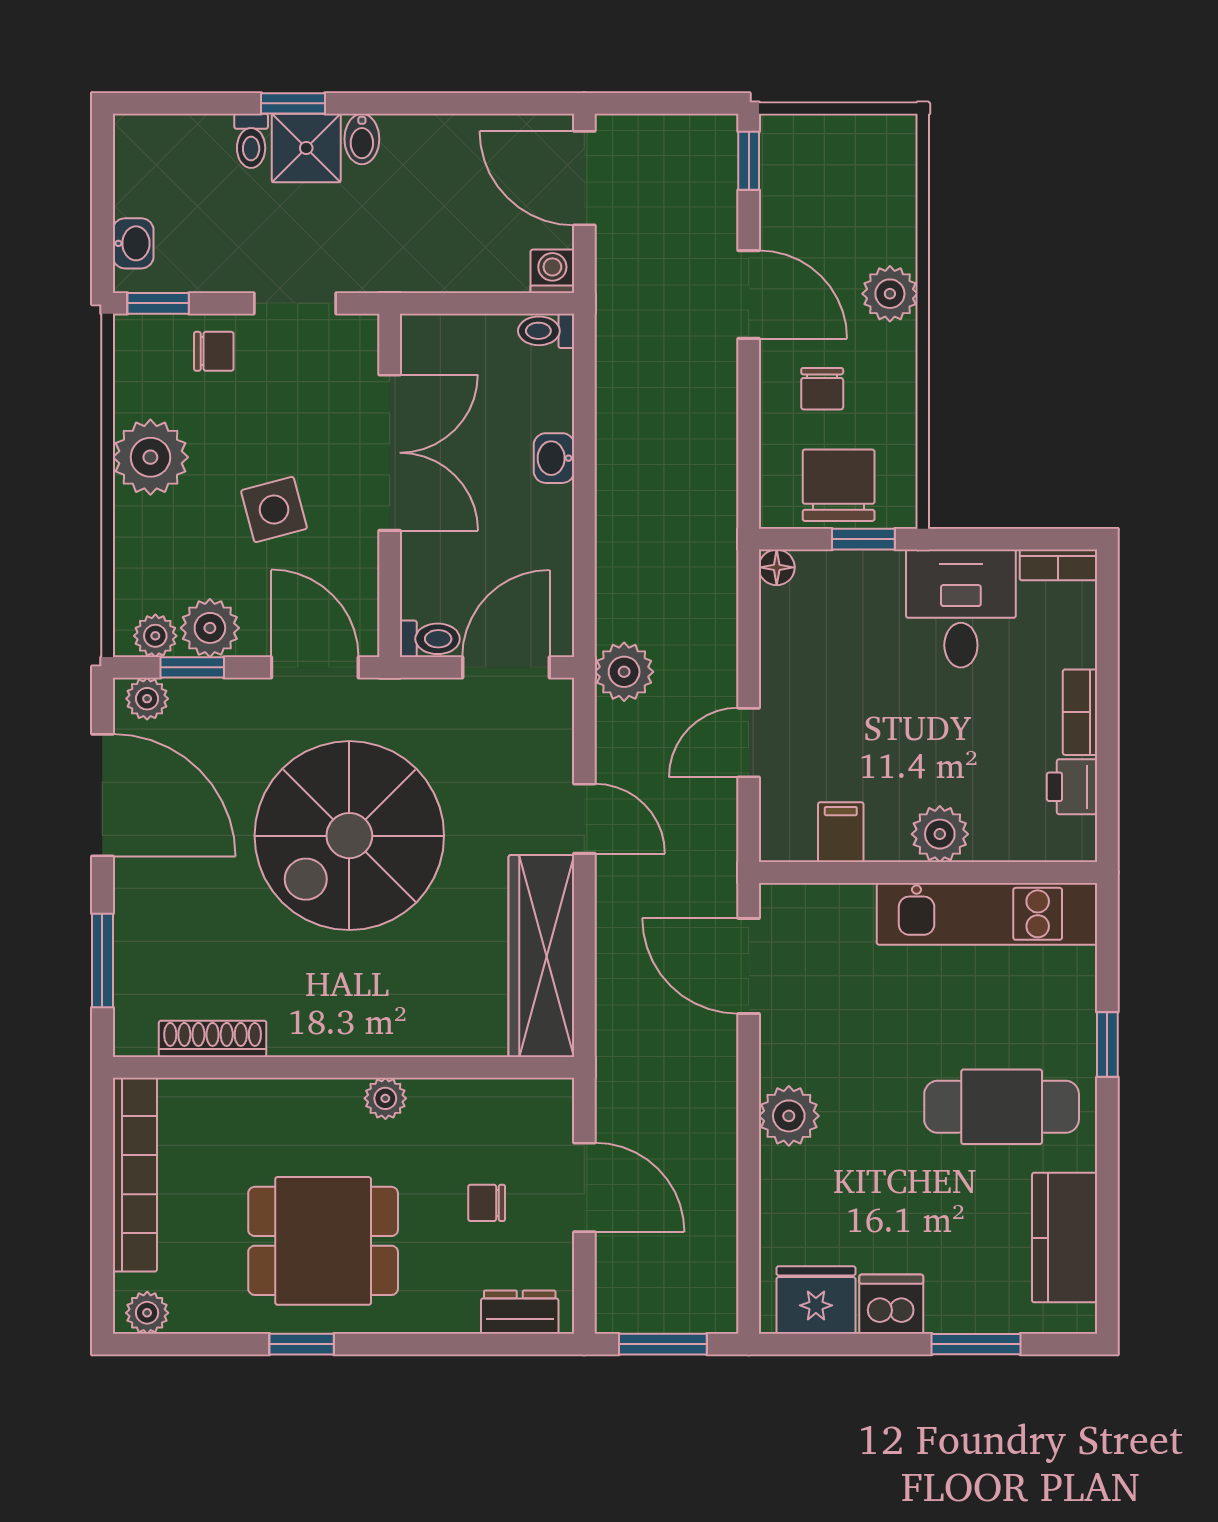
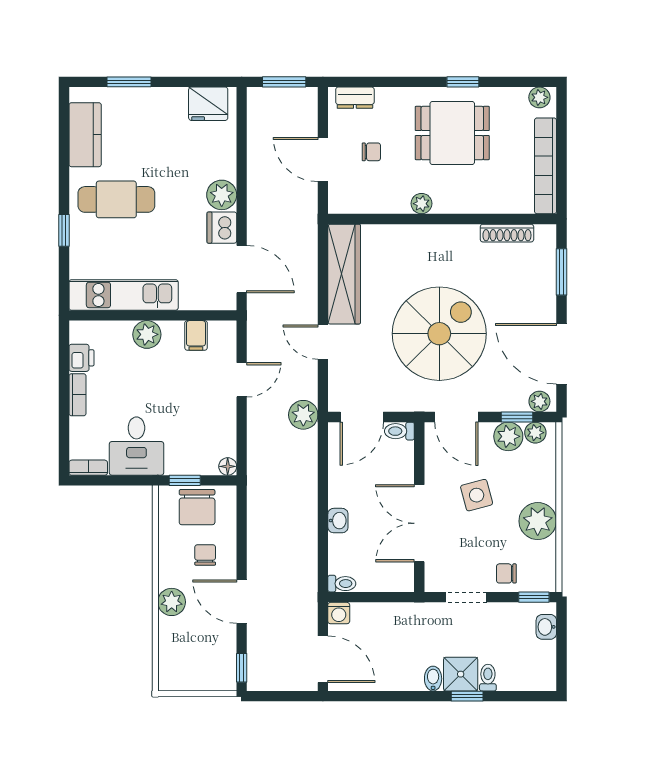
dishwasher: (891, 1304) -> (222, 228), moved, turned 90

